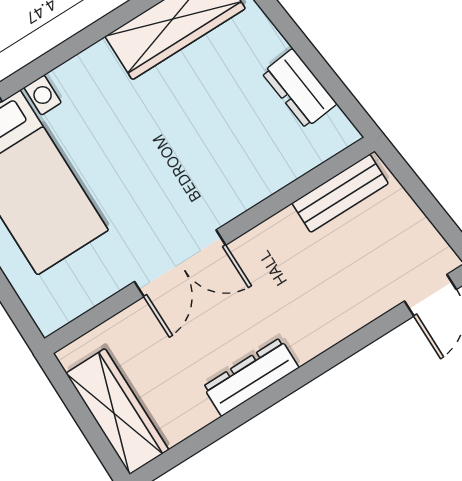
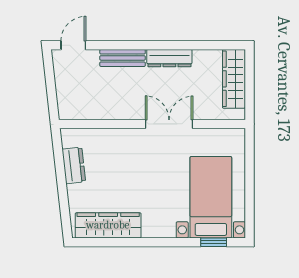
bench: (340, 193) -> (123, 58), moved

